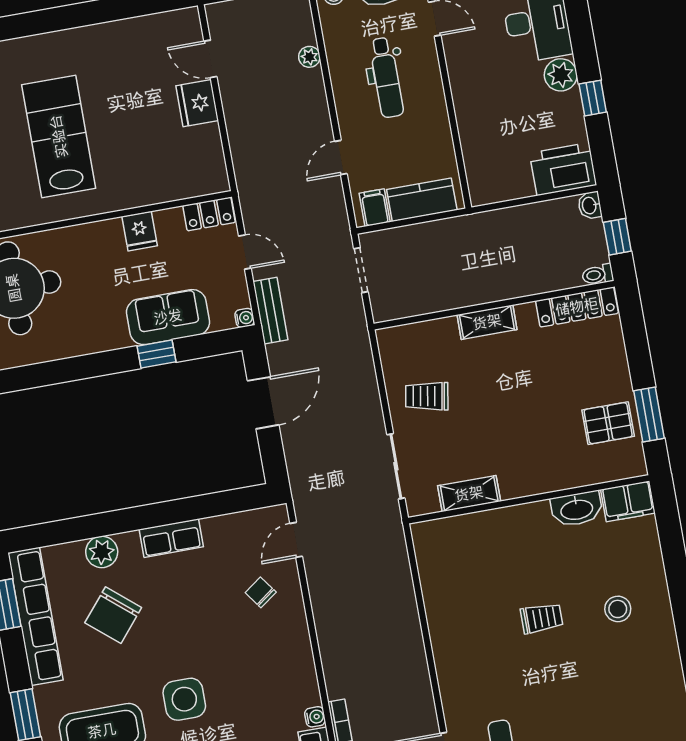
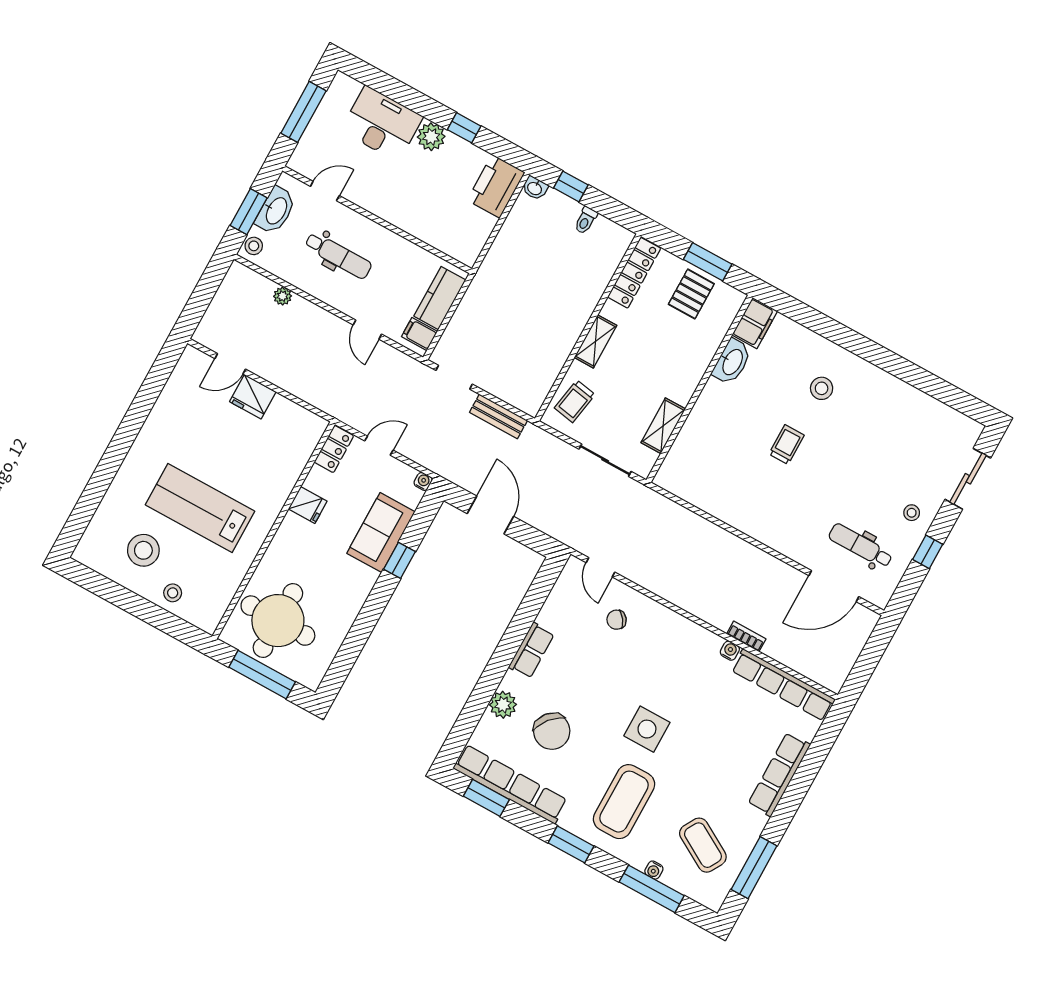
wall: (494, 305) -> (588, 327), moved
locker: (577, 307) -> (634, 273), moved
bench: (270, 311) -> (498, 416), moved
shelving: (487, 322) -> (595, 341), moved

